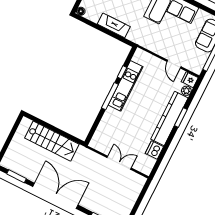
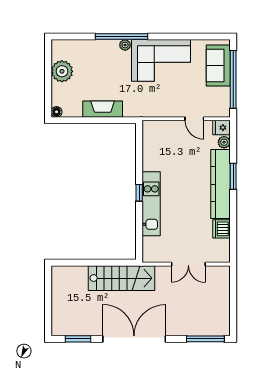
window: (122, 72) -> (139, 158), removed
kitchen unit: (126, 86) -> (151, 204), moved
window: (110, 96) -> (139, 193), width x0.46
stairs: (52, 141) -> (121, 278), moved
double door: (119, 163) -> (188, 264), swing flipped

